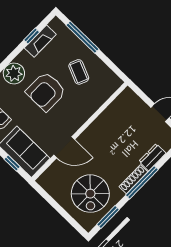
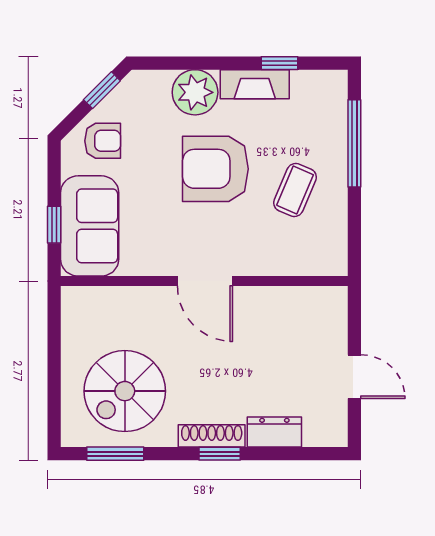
fireplace: (40, 41) -> (255, 84), moved
door: (64, 147) -> (205, 281), moved
window: (142, 182) -> (220, 454), width x0.46

